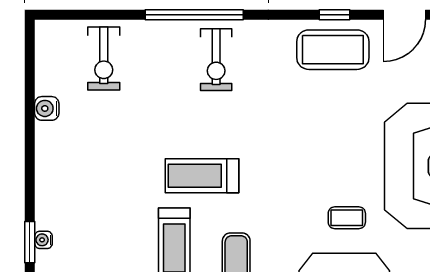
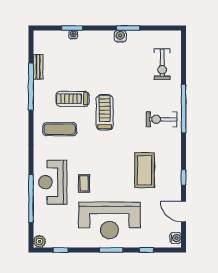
coffee table: (333, 50) -> (145, 170), moved
exercise bike: (104, 58) -> (162, 64), turned -90
water cooler: (47, 108) -> (120, 36), moved
window: (30, 128) -> (128, 28), added

